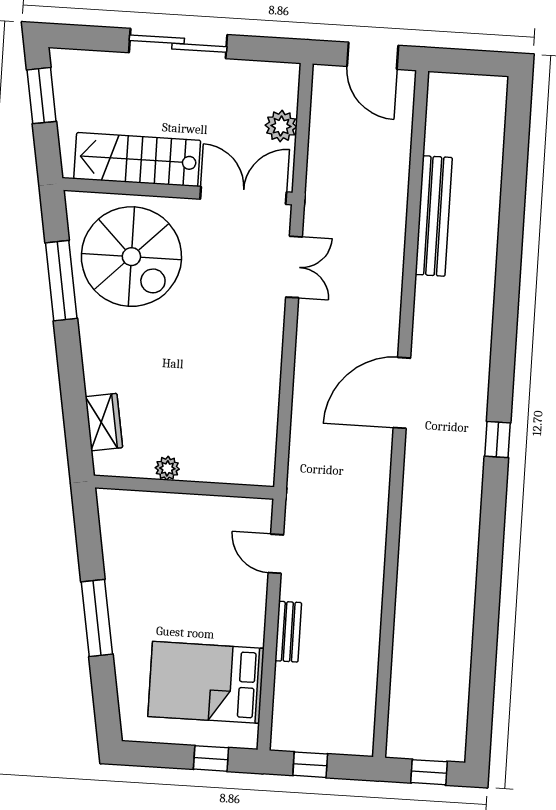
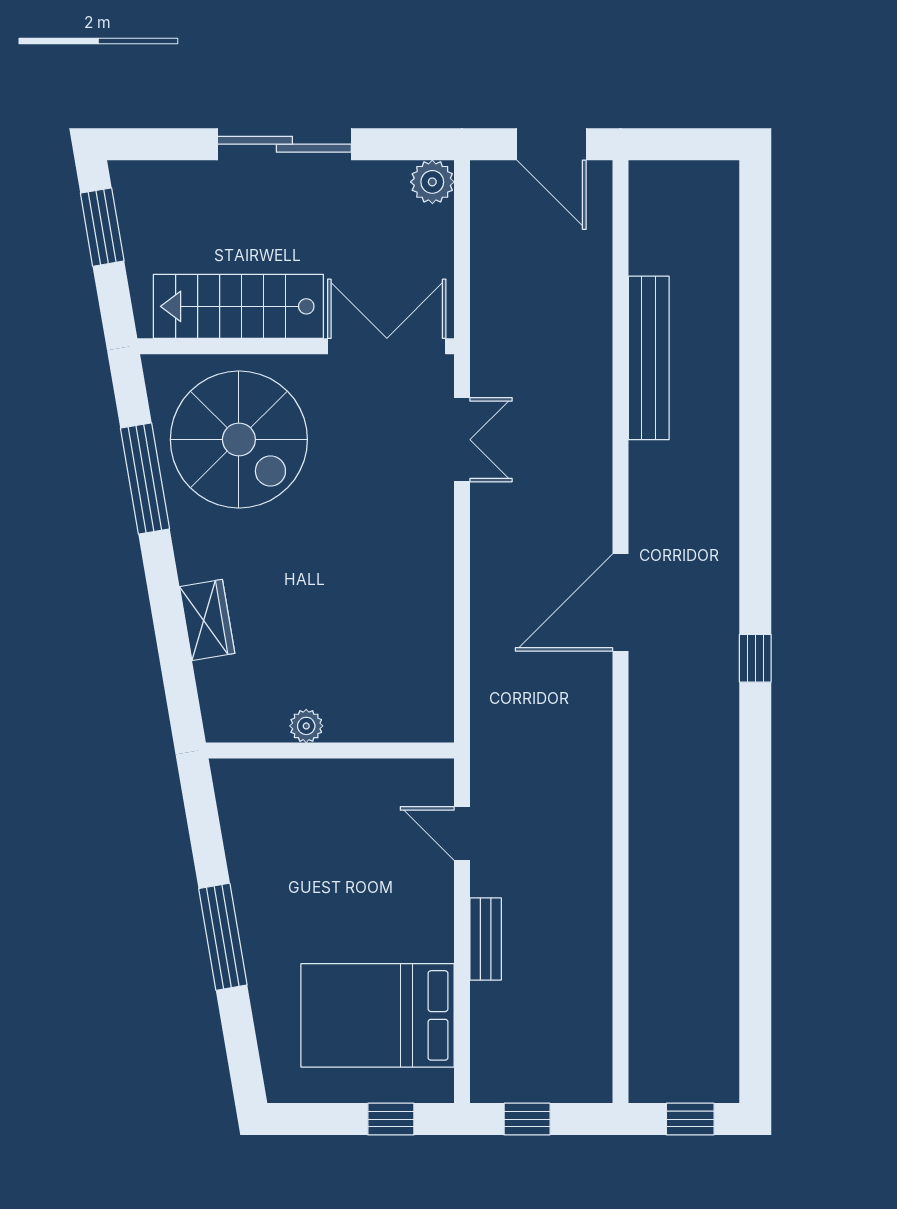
plant: (281, 126) -> (432, 182), moved
wardrobe: (104, 422) -> (207, 620), moved

